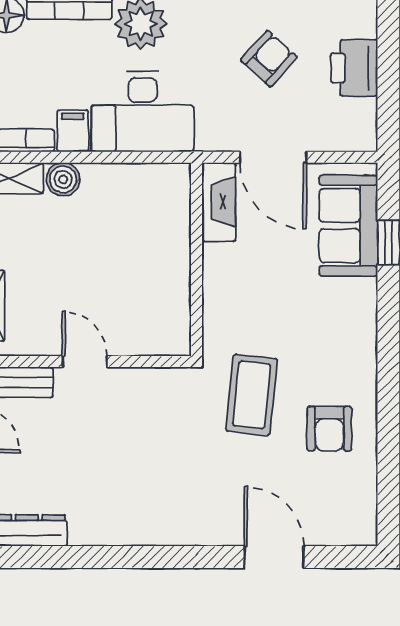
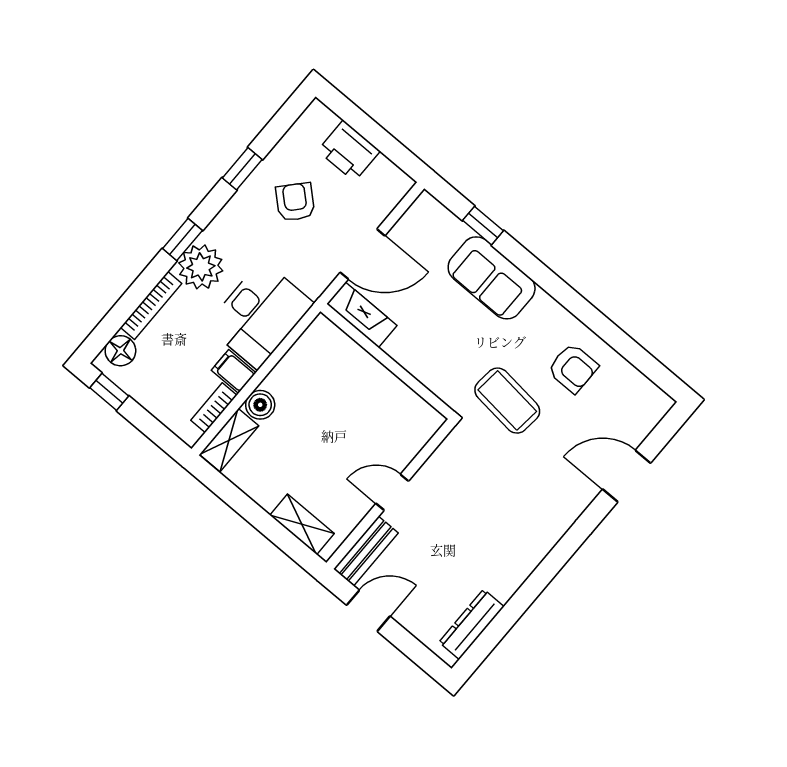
sofa: (348, 226) -> (492, 278), moved

